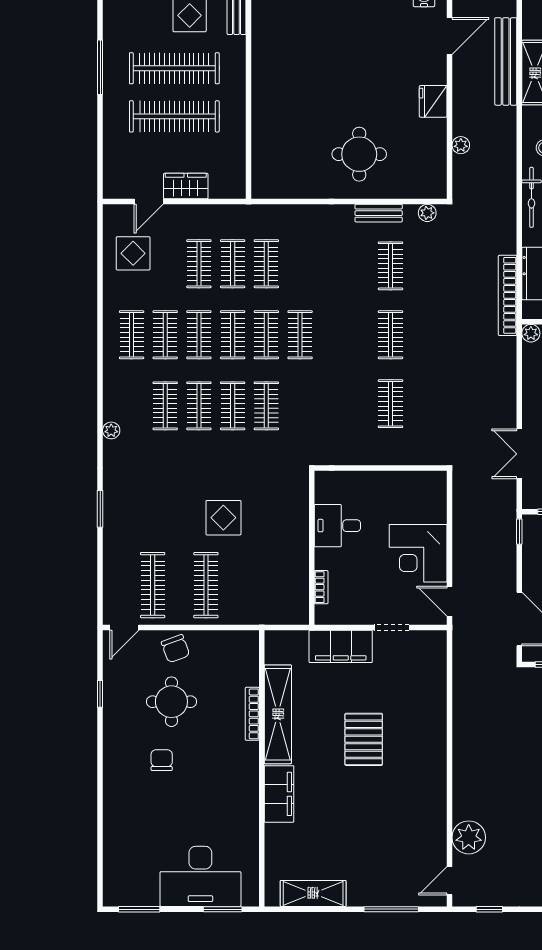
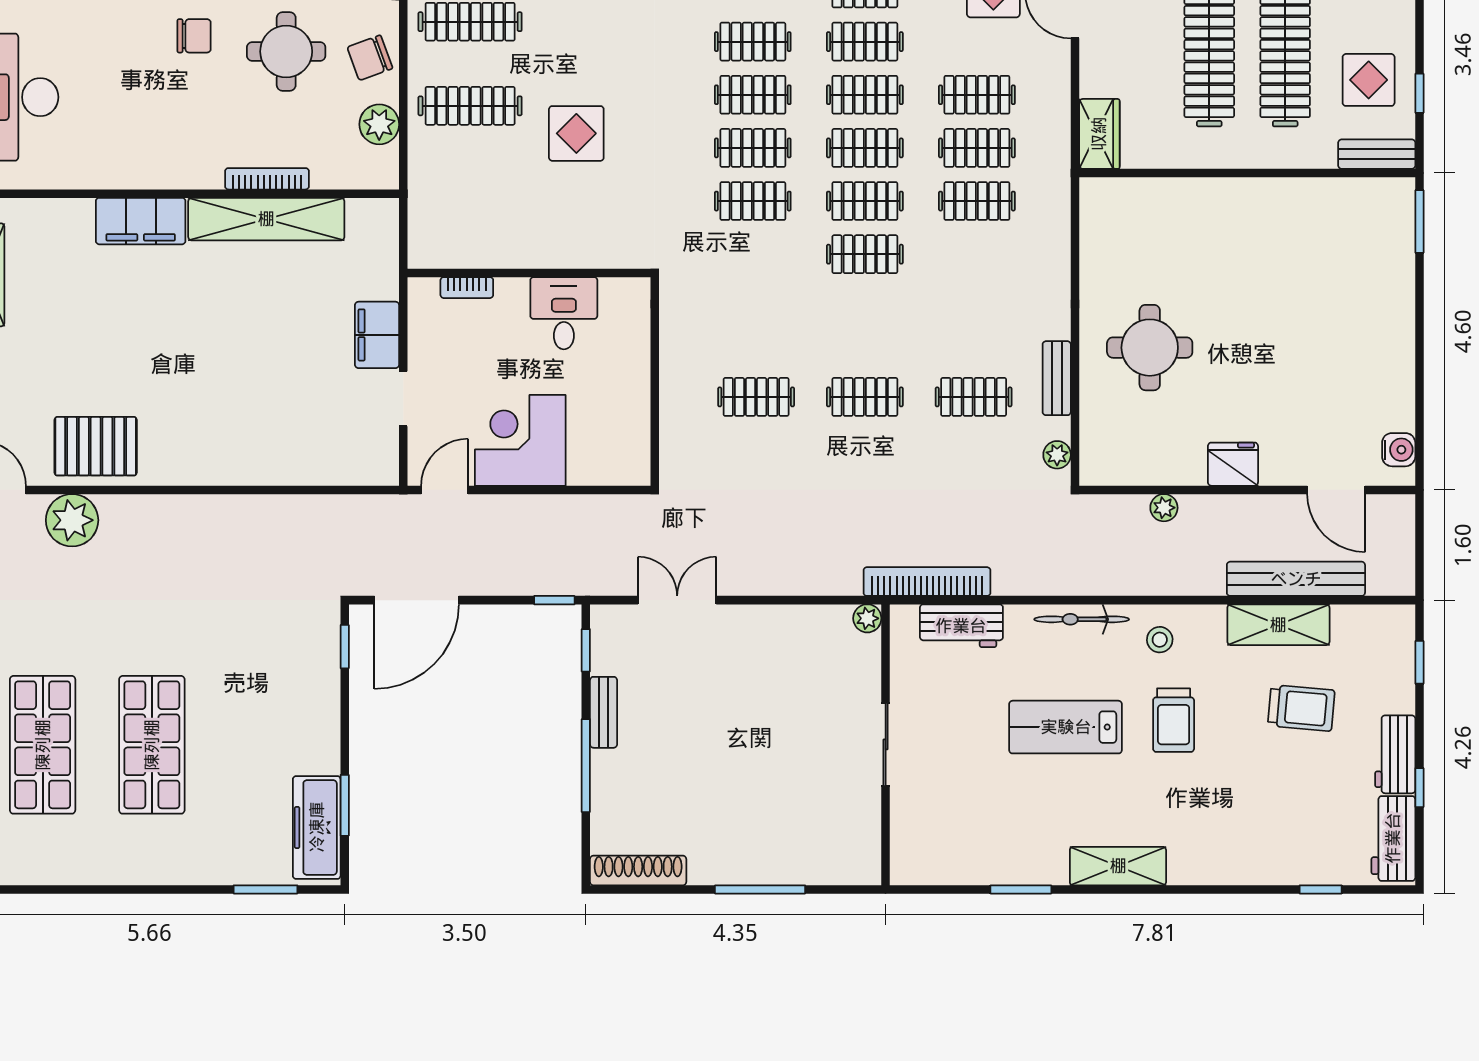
wardrobe: (186, 186) -> (1099, 134), moved
plant: (218, 643) -> (379, 124), added
filing cabinet: (341, 646) -> (377, 335), width x0.67, depth x0.86
pallet: (364, 739) -> (96, 446), moved

